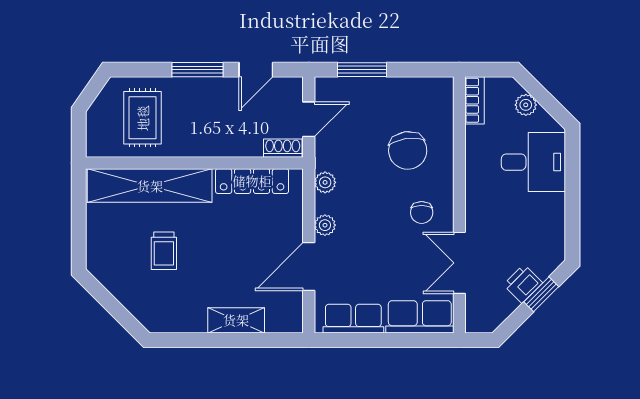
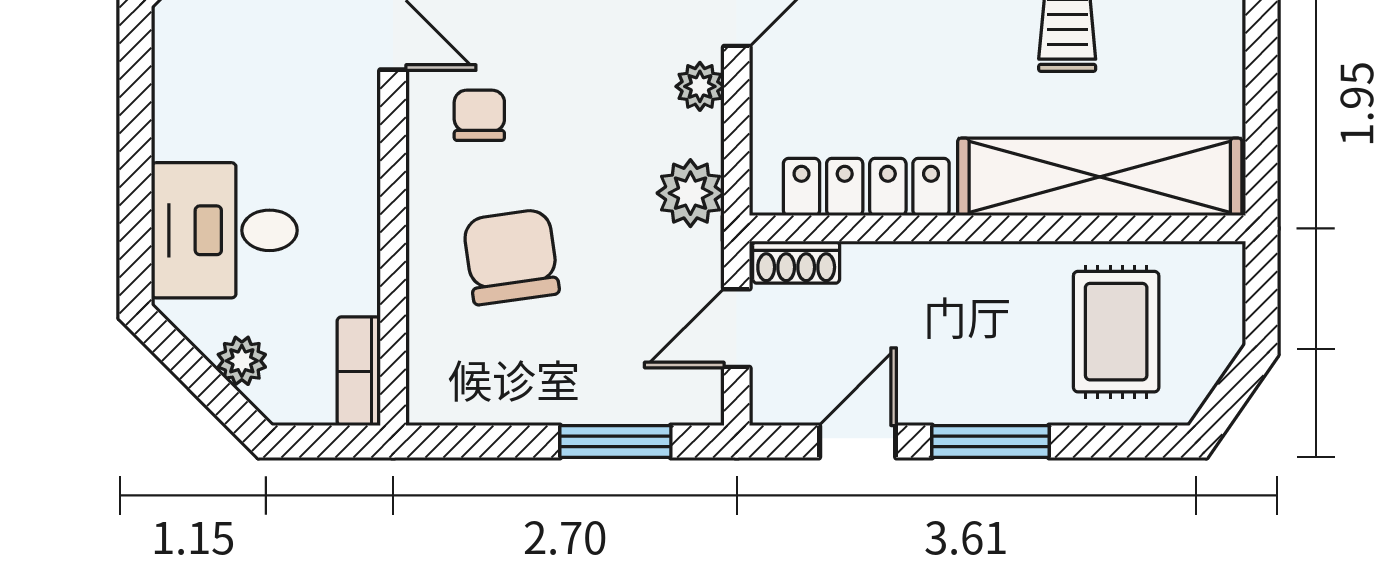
plant: (325, 182) -> (690, 193), width x1.38, depth x1.38

